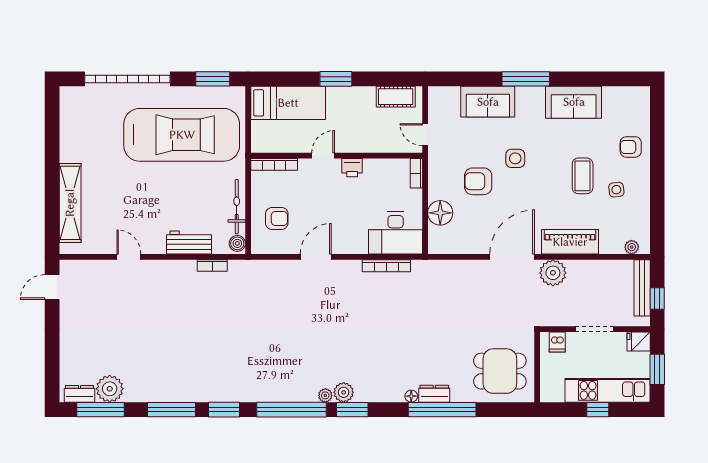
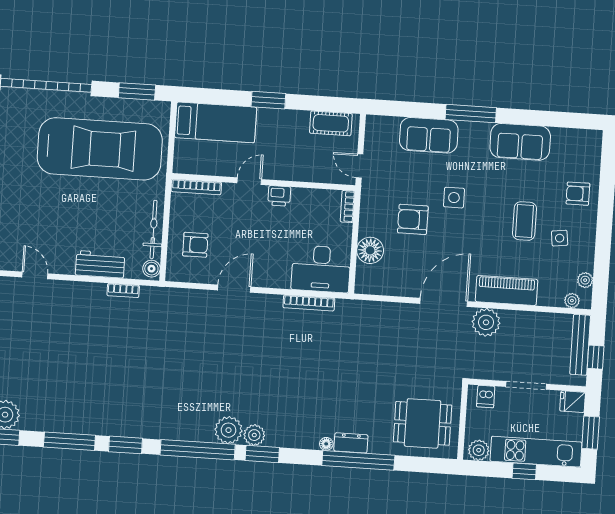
plant: (643, 227) -> (585, 280), added
plant: (554, 393) -> (479, 450), added
plant: (325, 395) -> (228, 430), width x1.88, depth x1.88

